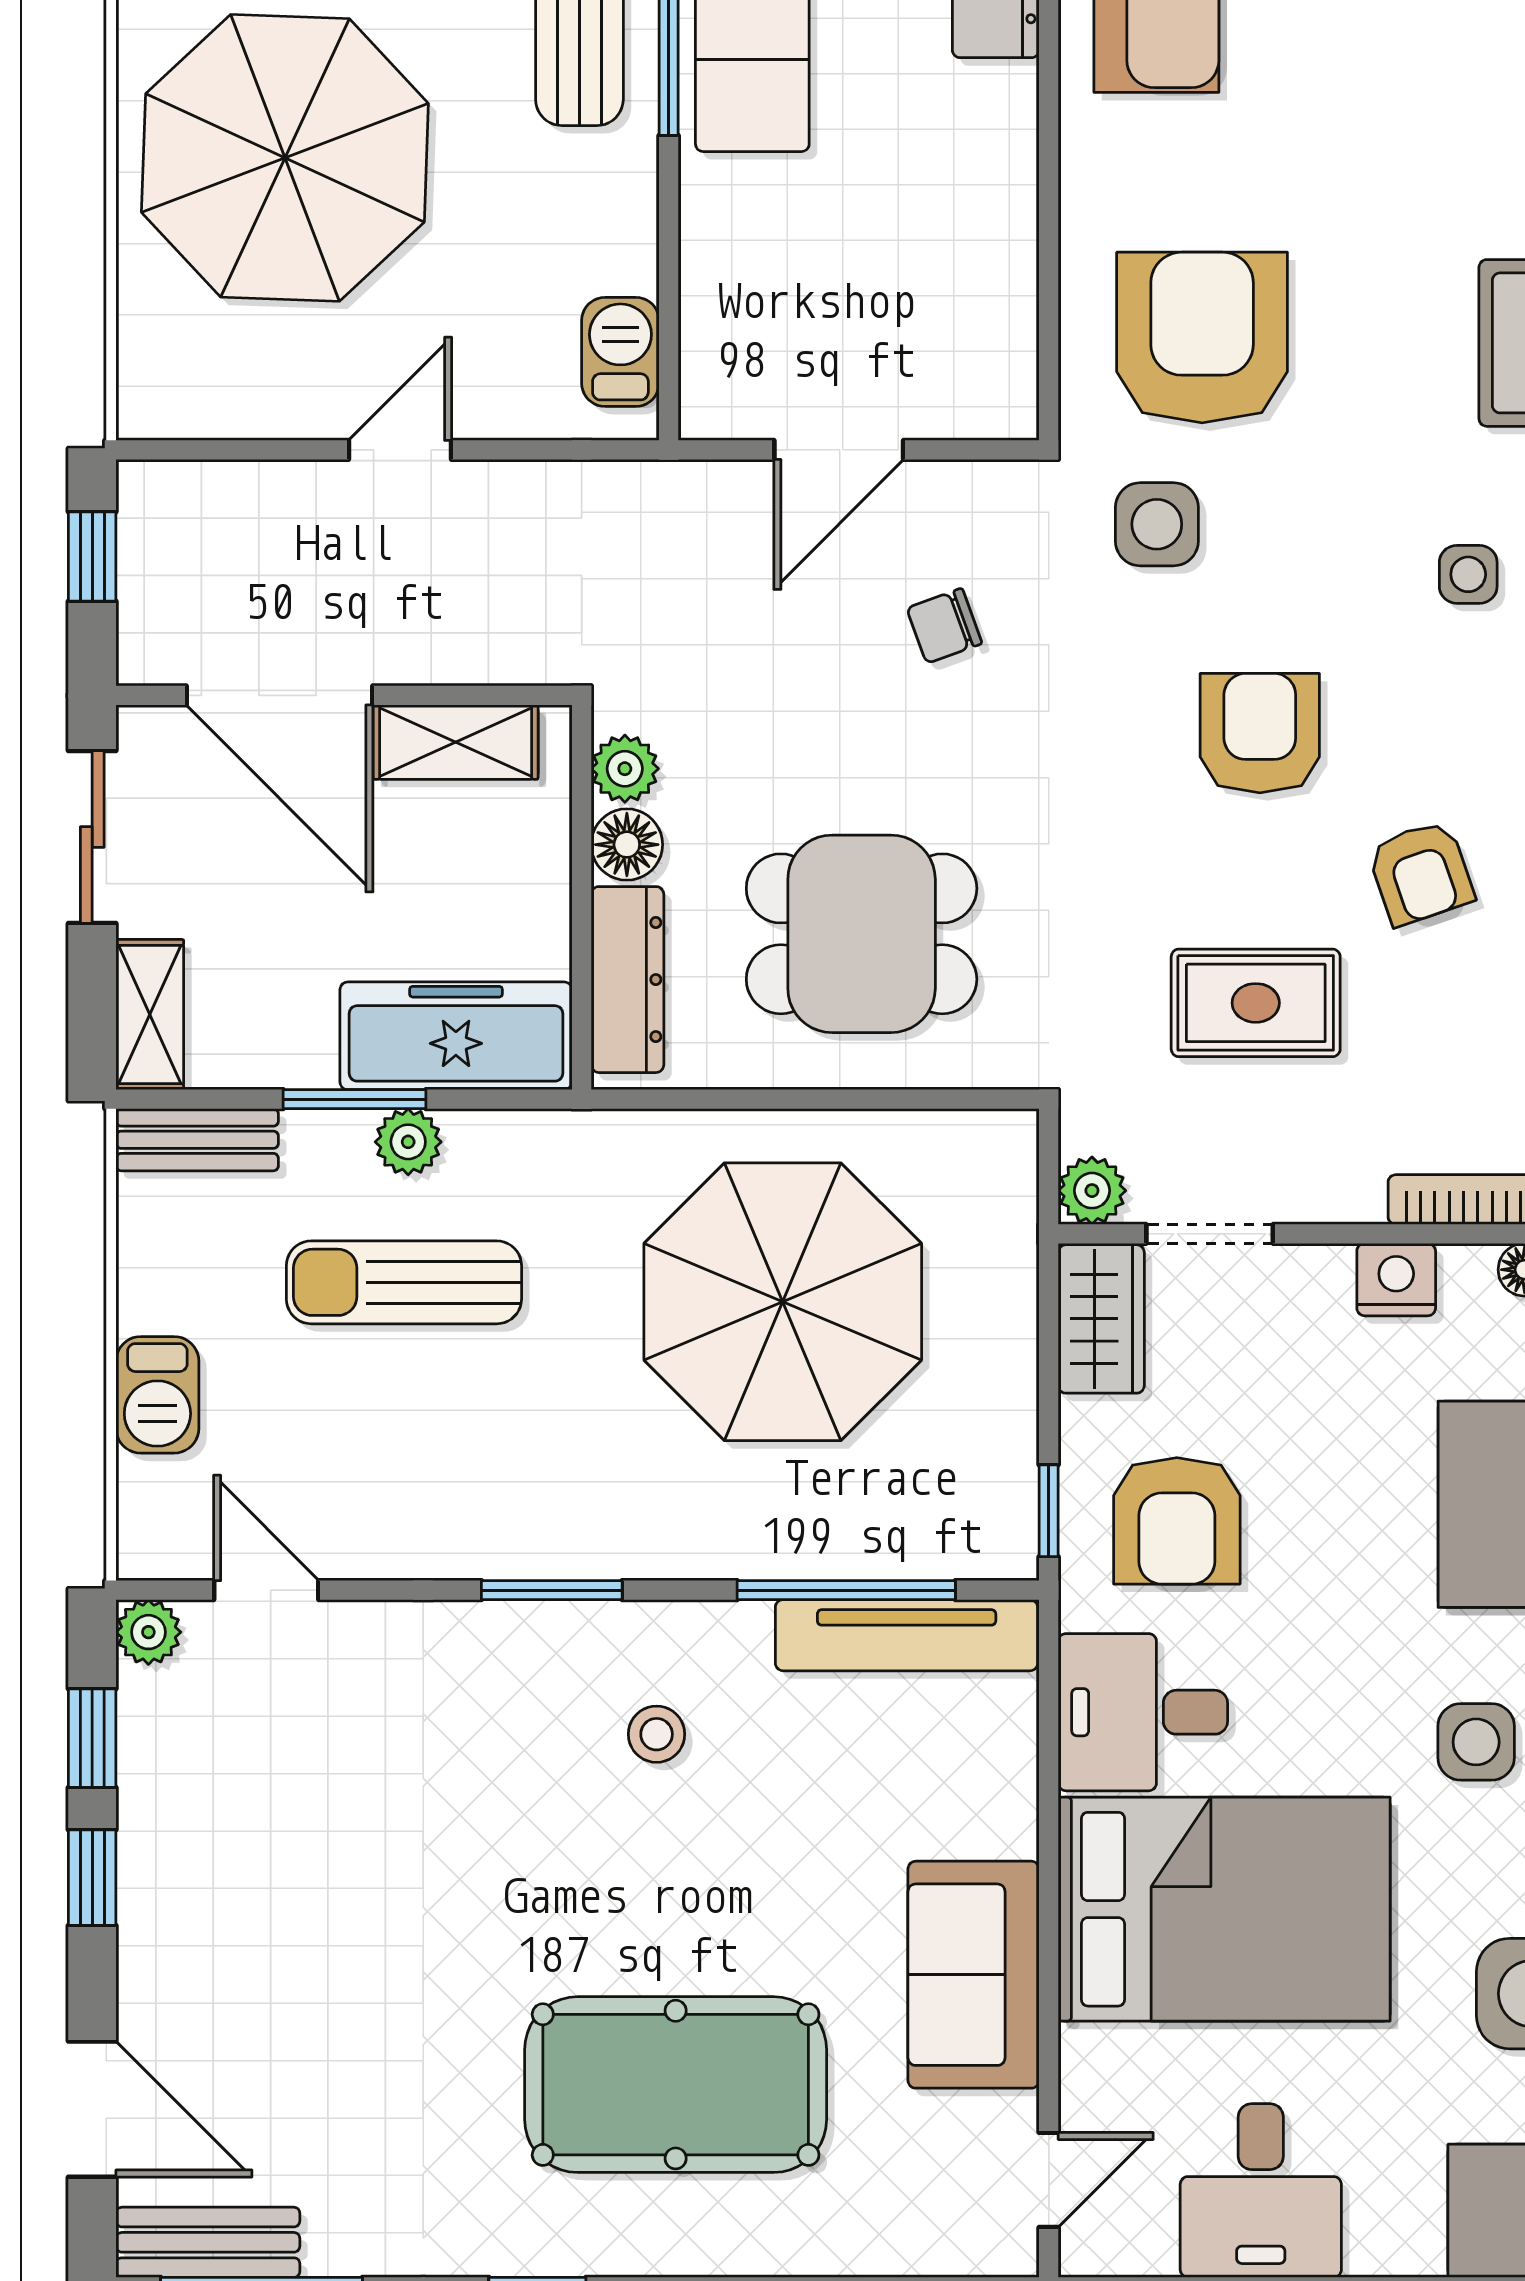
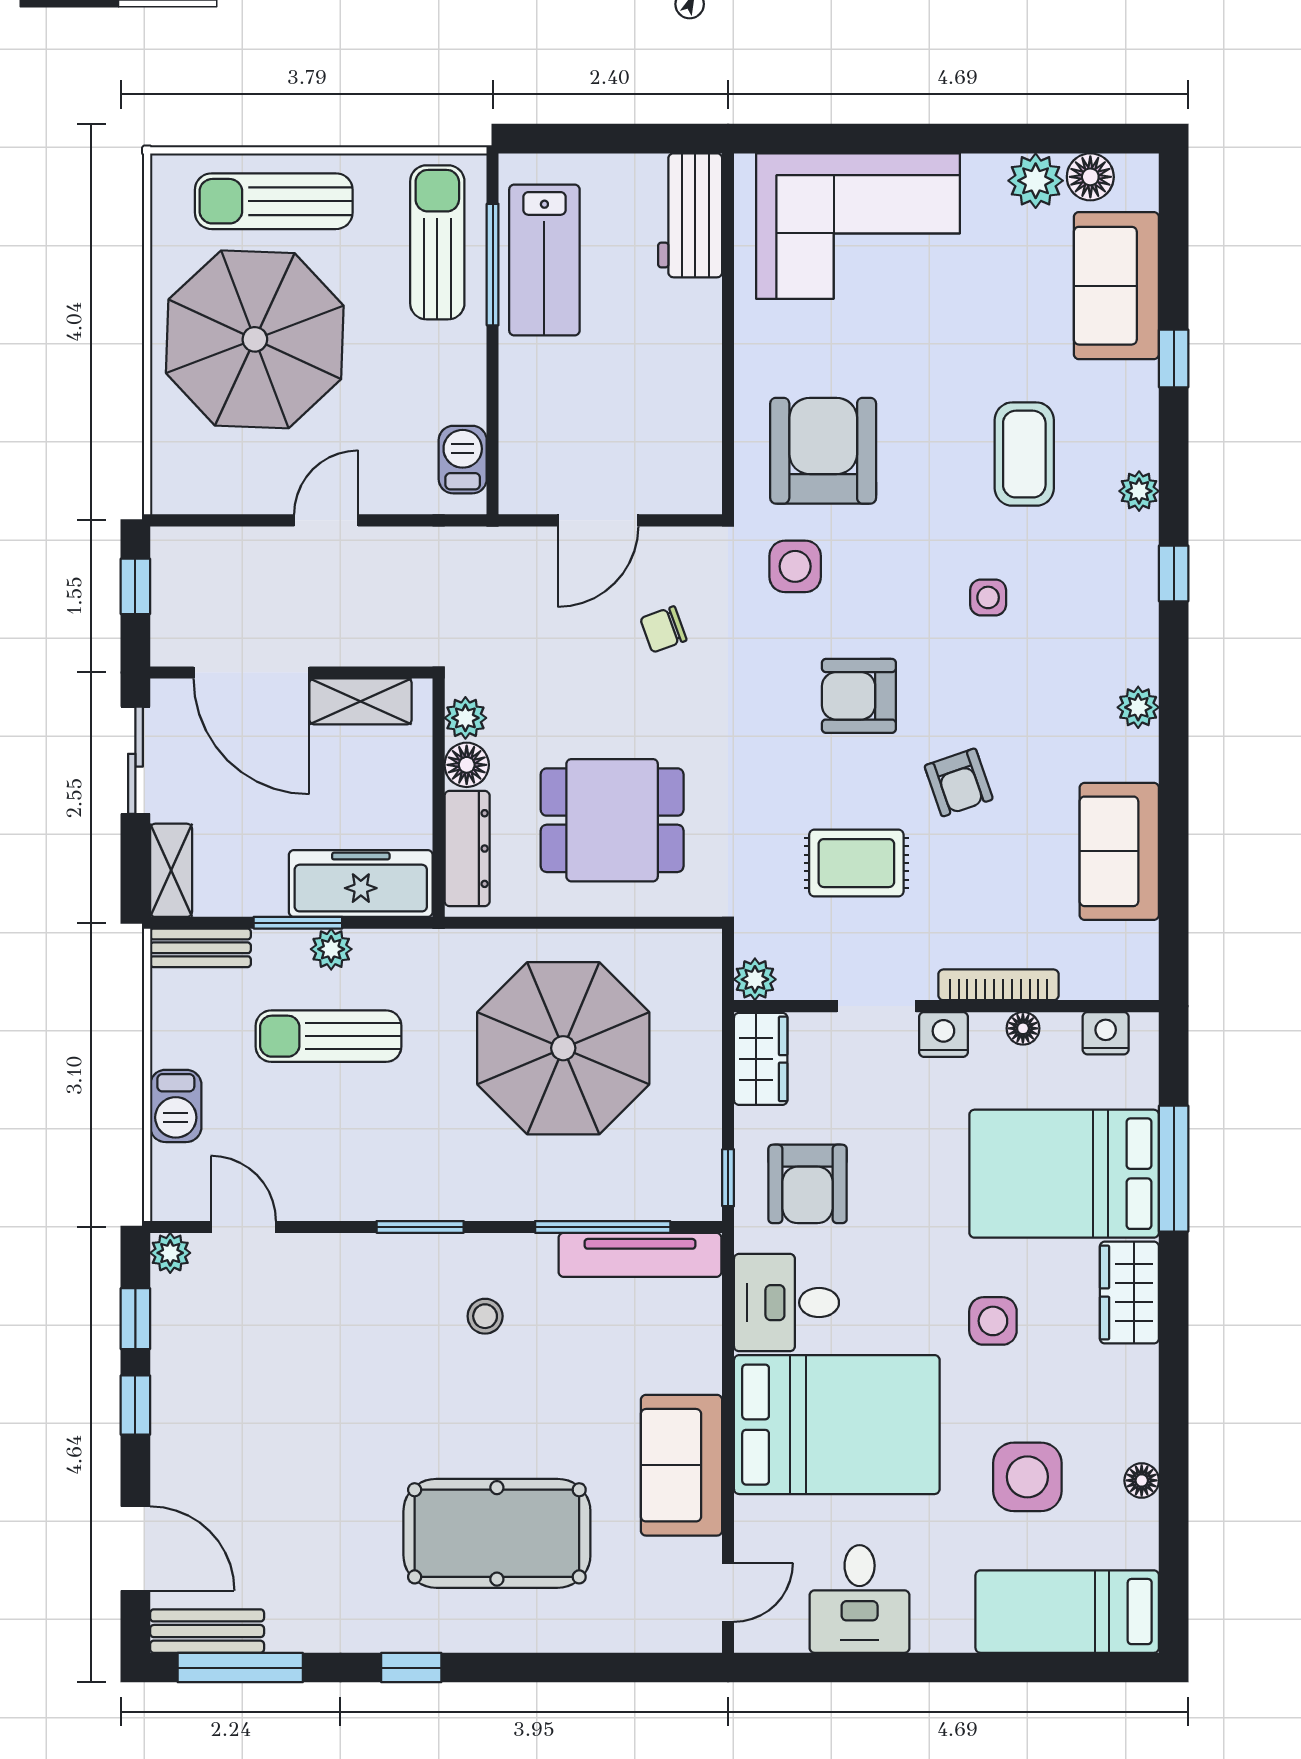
armchair: (1260, 733) -> (859, 696), turned -90
doorway: (1210, 1234) -> (876, 1006), moved

